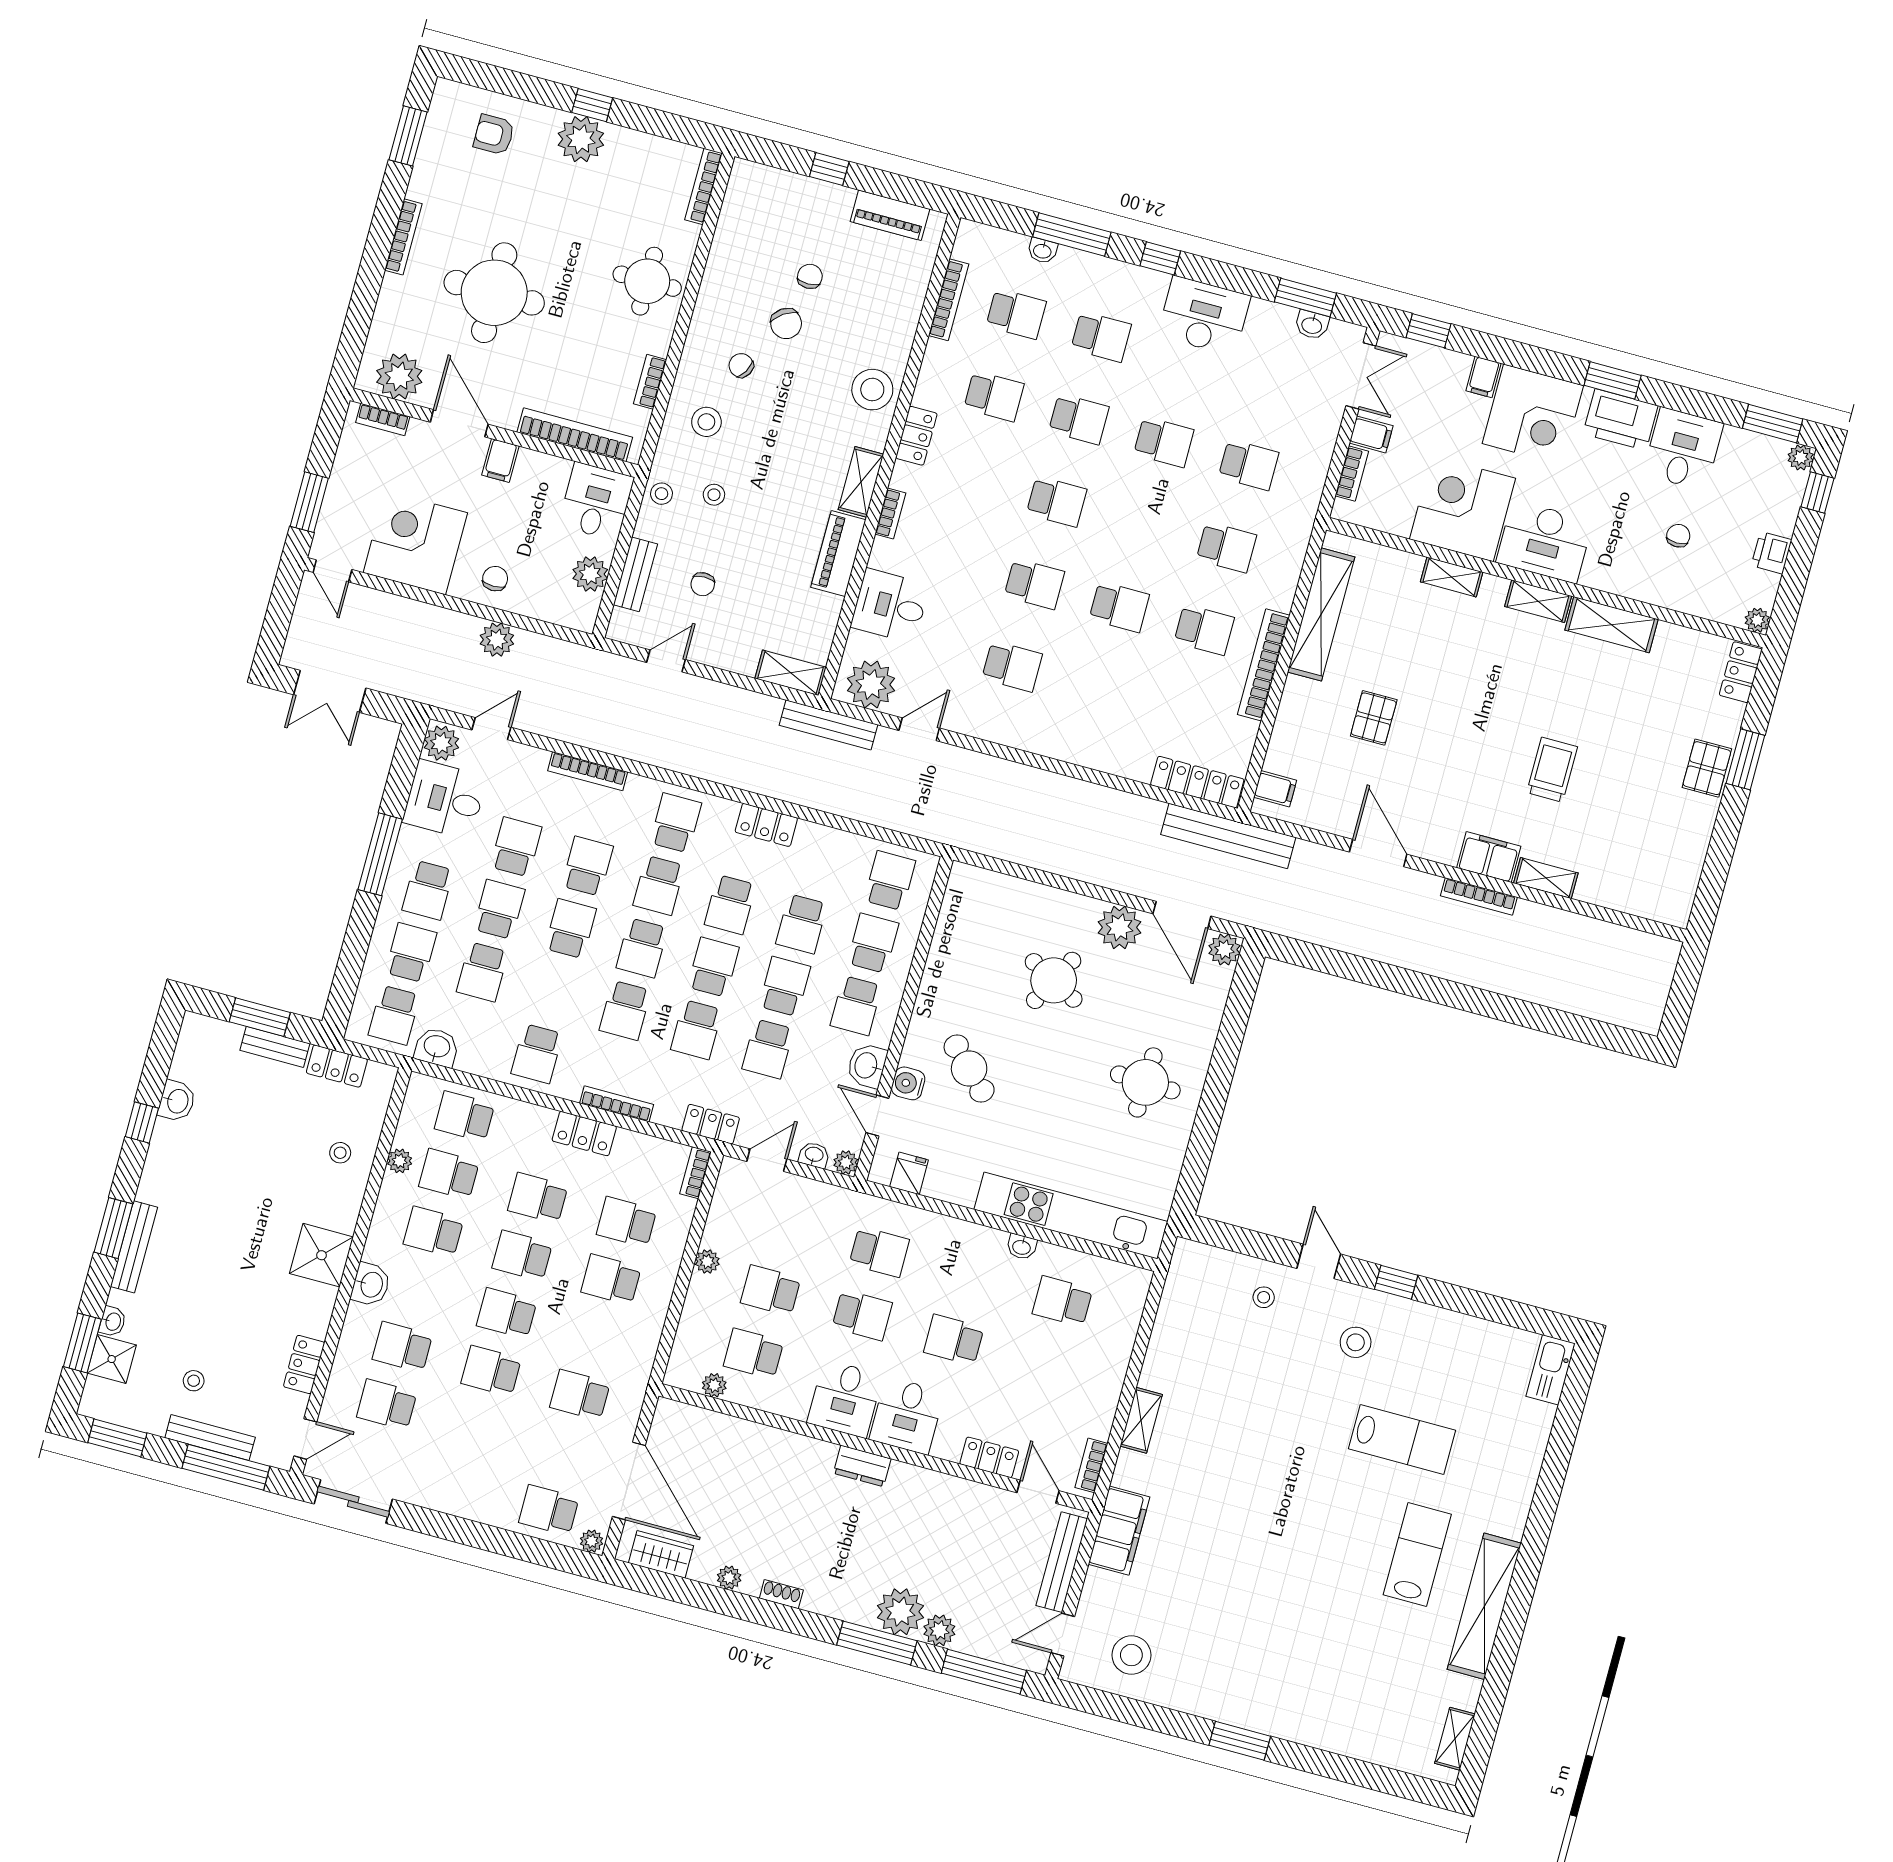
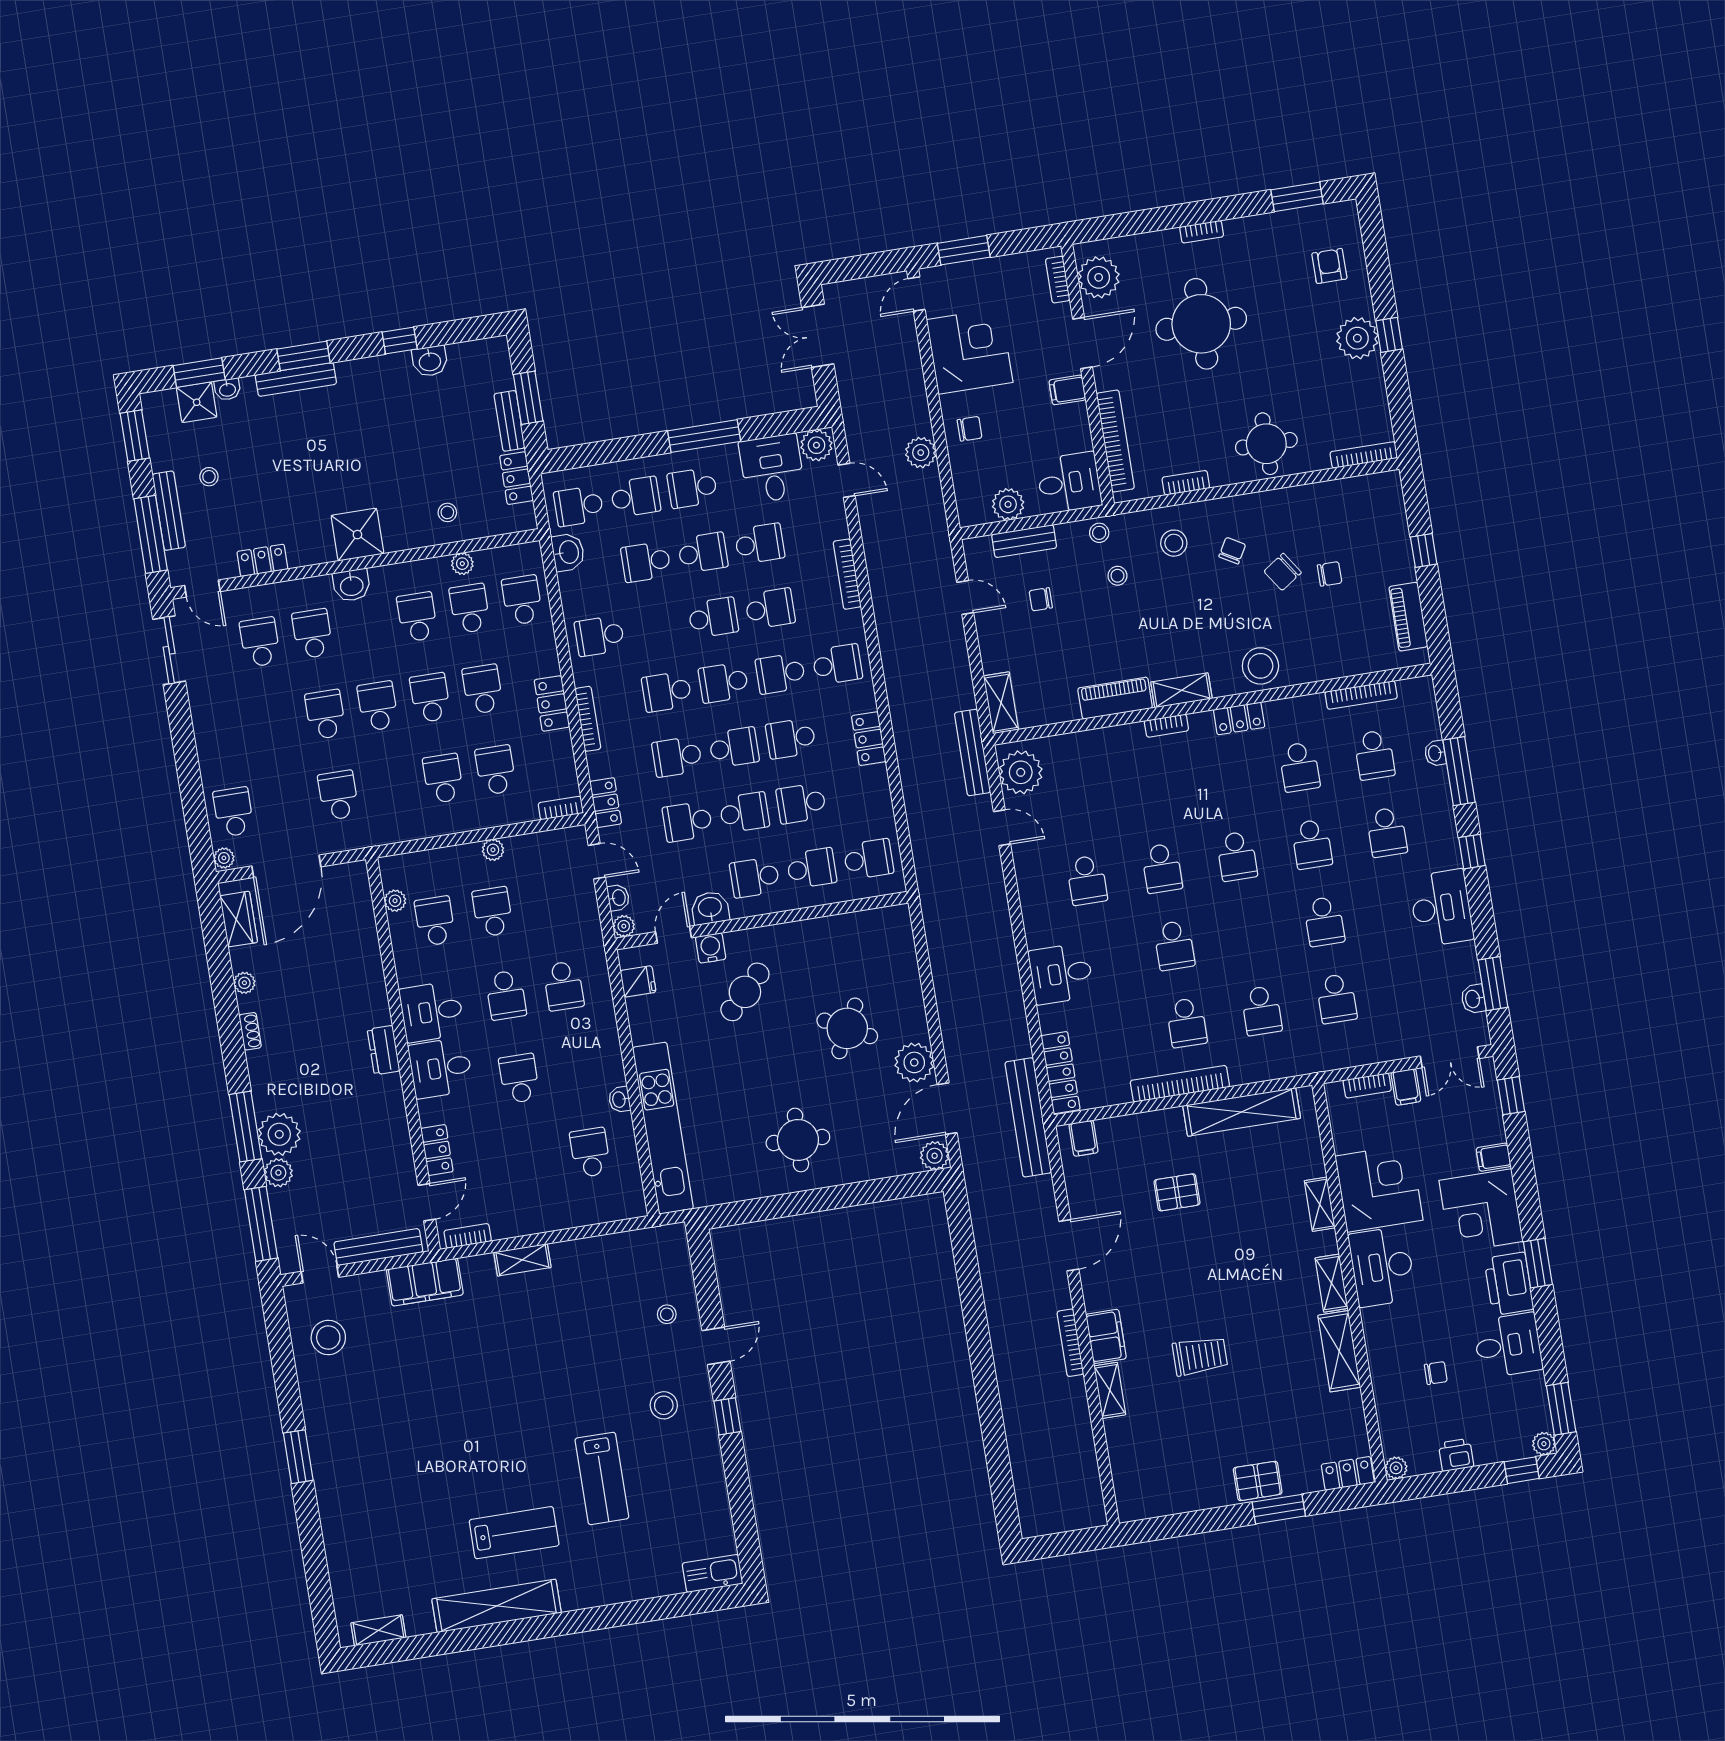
bookcase: (403, 237) -> (1202, 232), width x0.64
desk: (890, 606) -> (1061, 974), moved, turned -90

